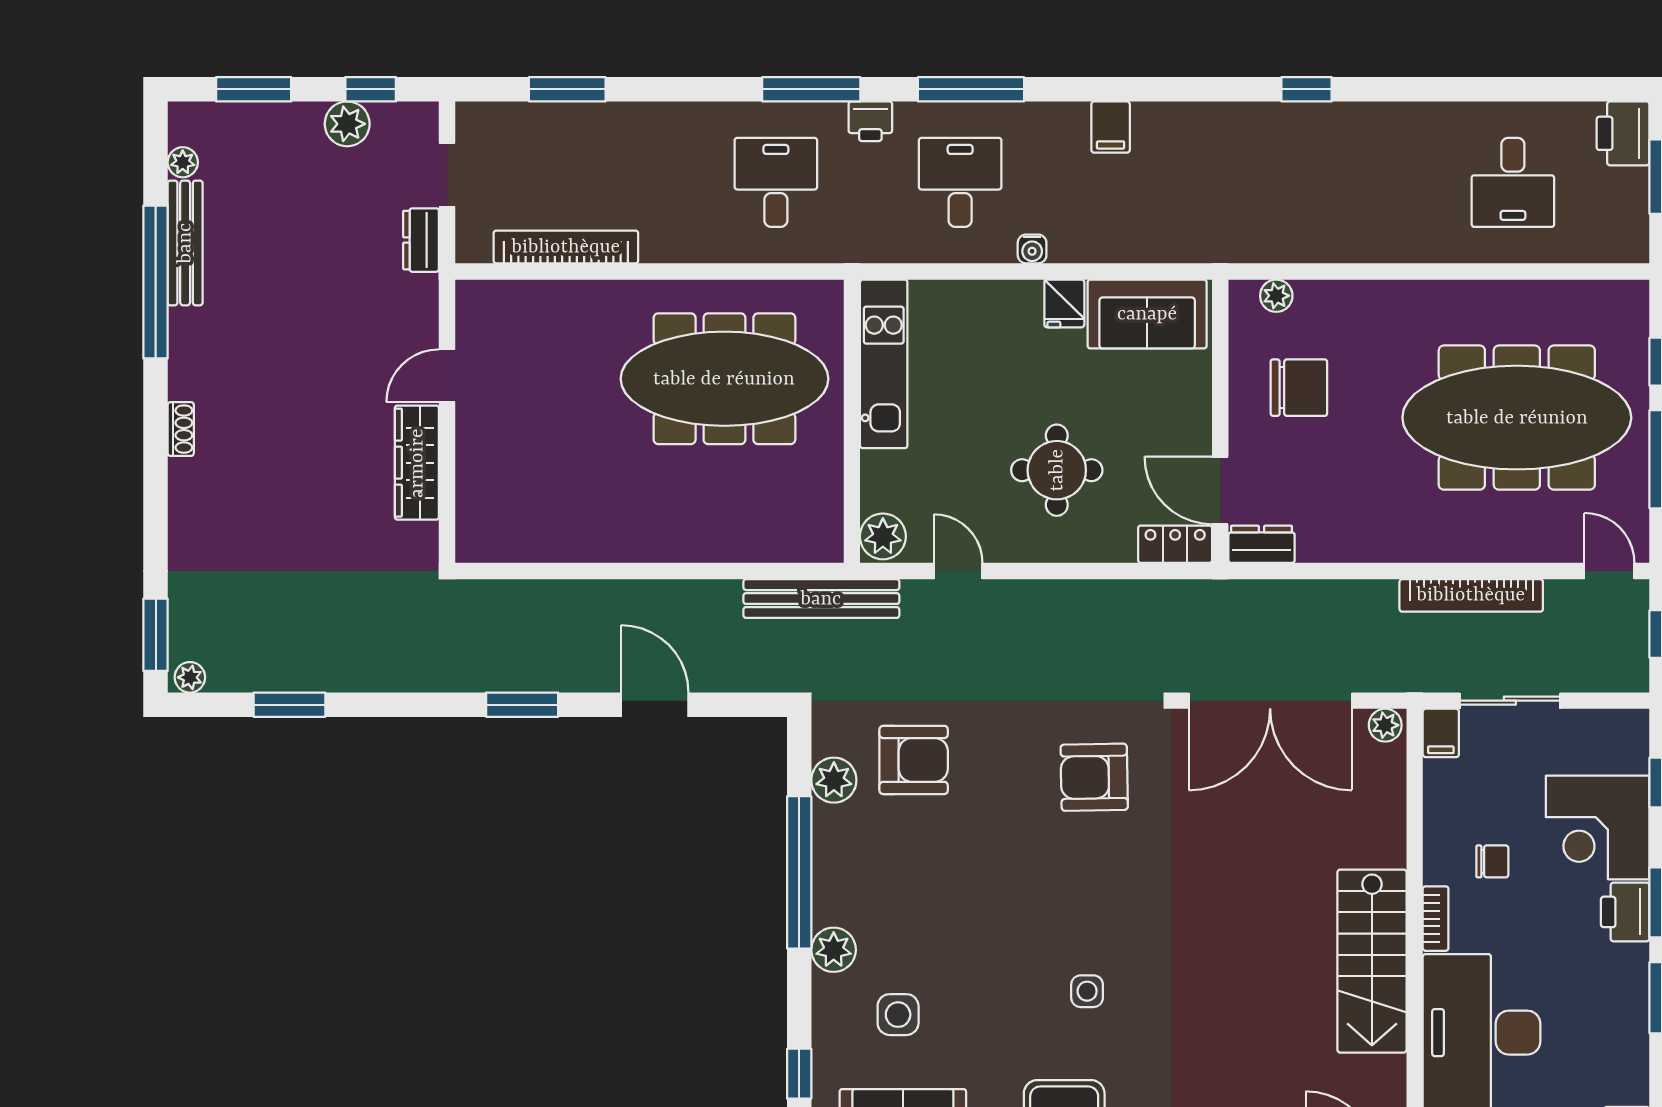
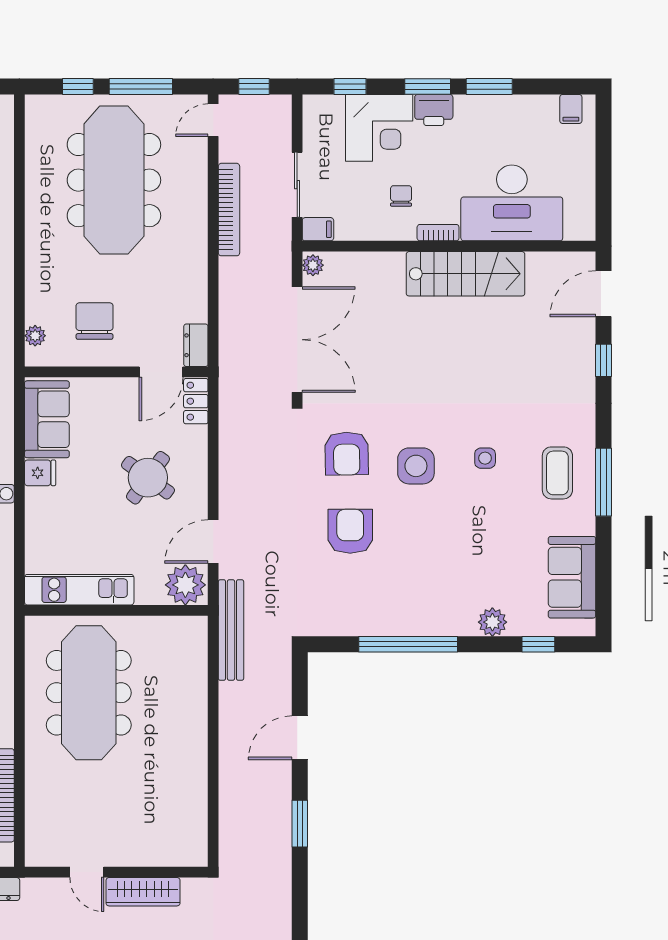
round table: (1057, 470) -> (148, 478), turned 36
plant: (883, 536) -> (185, 585), width x1.36, depth x1.36
door: (958, 571) -> (213, 542), width x1.38
armchair: (914, 760) -> (350, 531), moved
plant: (834, 780) -> (348, 622), removed
plant: (834, 950) -> (492, 622), moved
side table: (898, 1015) -> (416, 466), moved, width x1.37, depth x1.37

